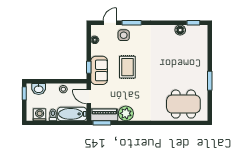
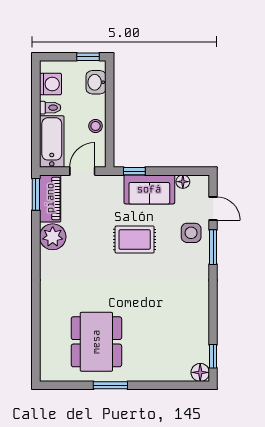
floor lamp: (180, 30) -> (200, 372), moved
sofa: (99, 70) -> (149, 189), moved
dining table: (183, 104) -> (96, 342), moved

